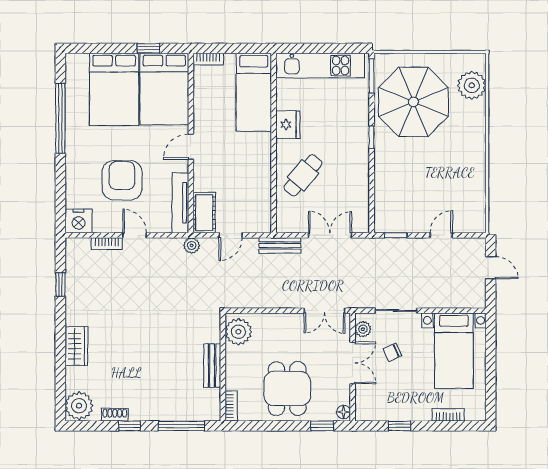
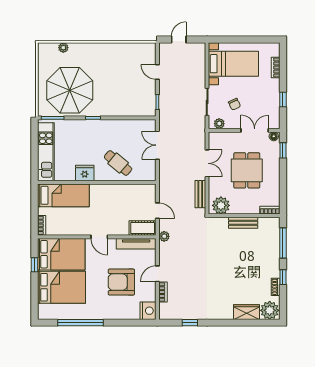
plant: (472, 85) -> (63, 48), width x0.53, depth x0.53
bench: (280, 245) -> (200, 194), moved
double door: (324, 311) -> (207, 163), moved
wardrobe: (76, 346) -> (247, 312), moved
double door: (353, 363) -> (255, 130), moved
dining table: (287, 389) -> (247, 170), moved, turned 90

